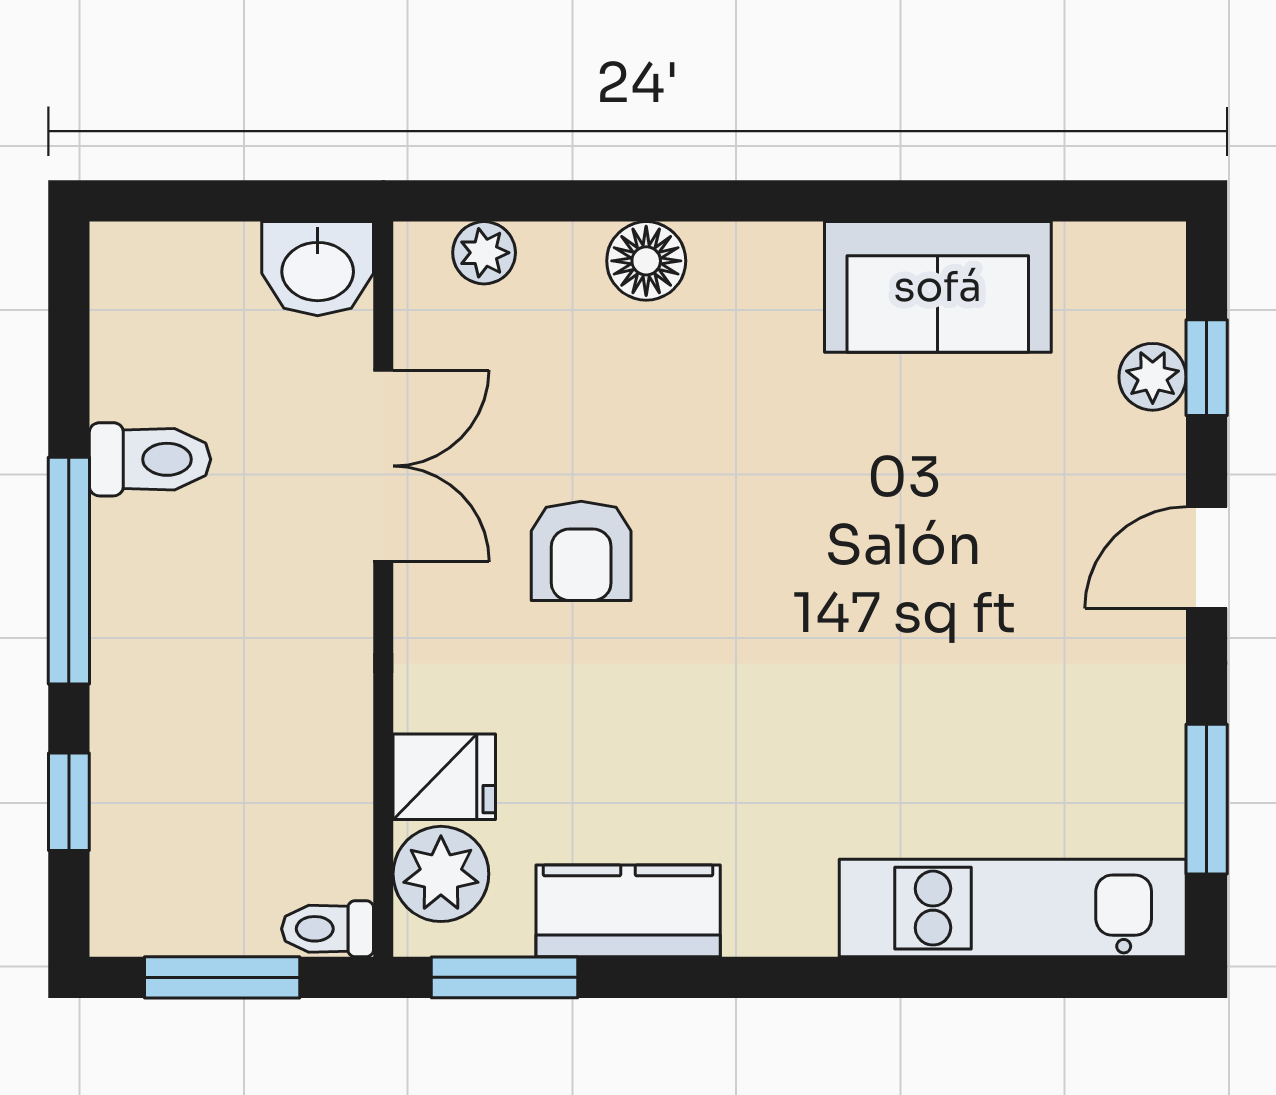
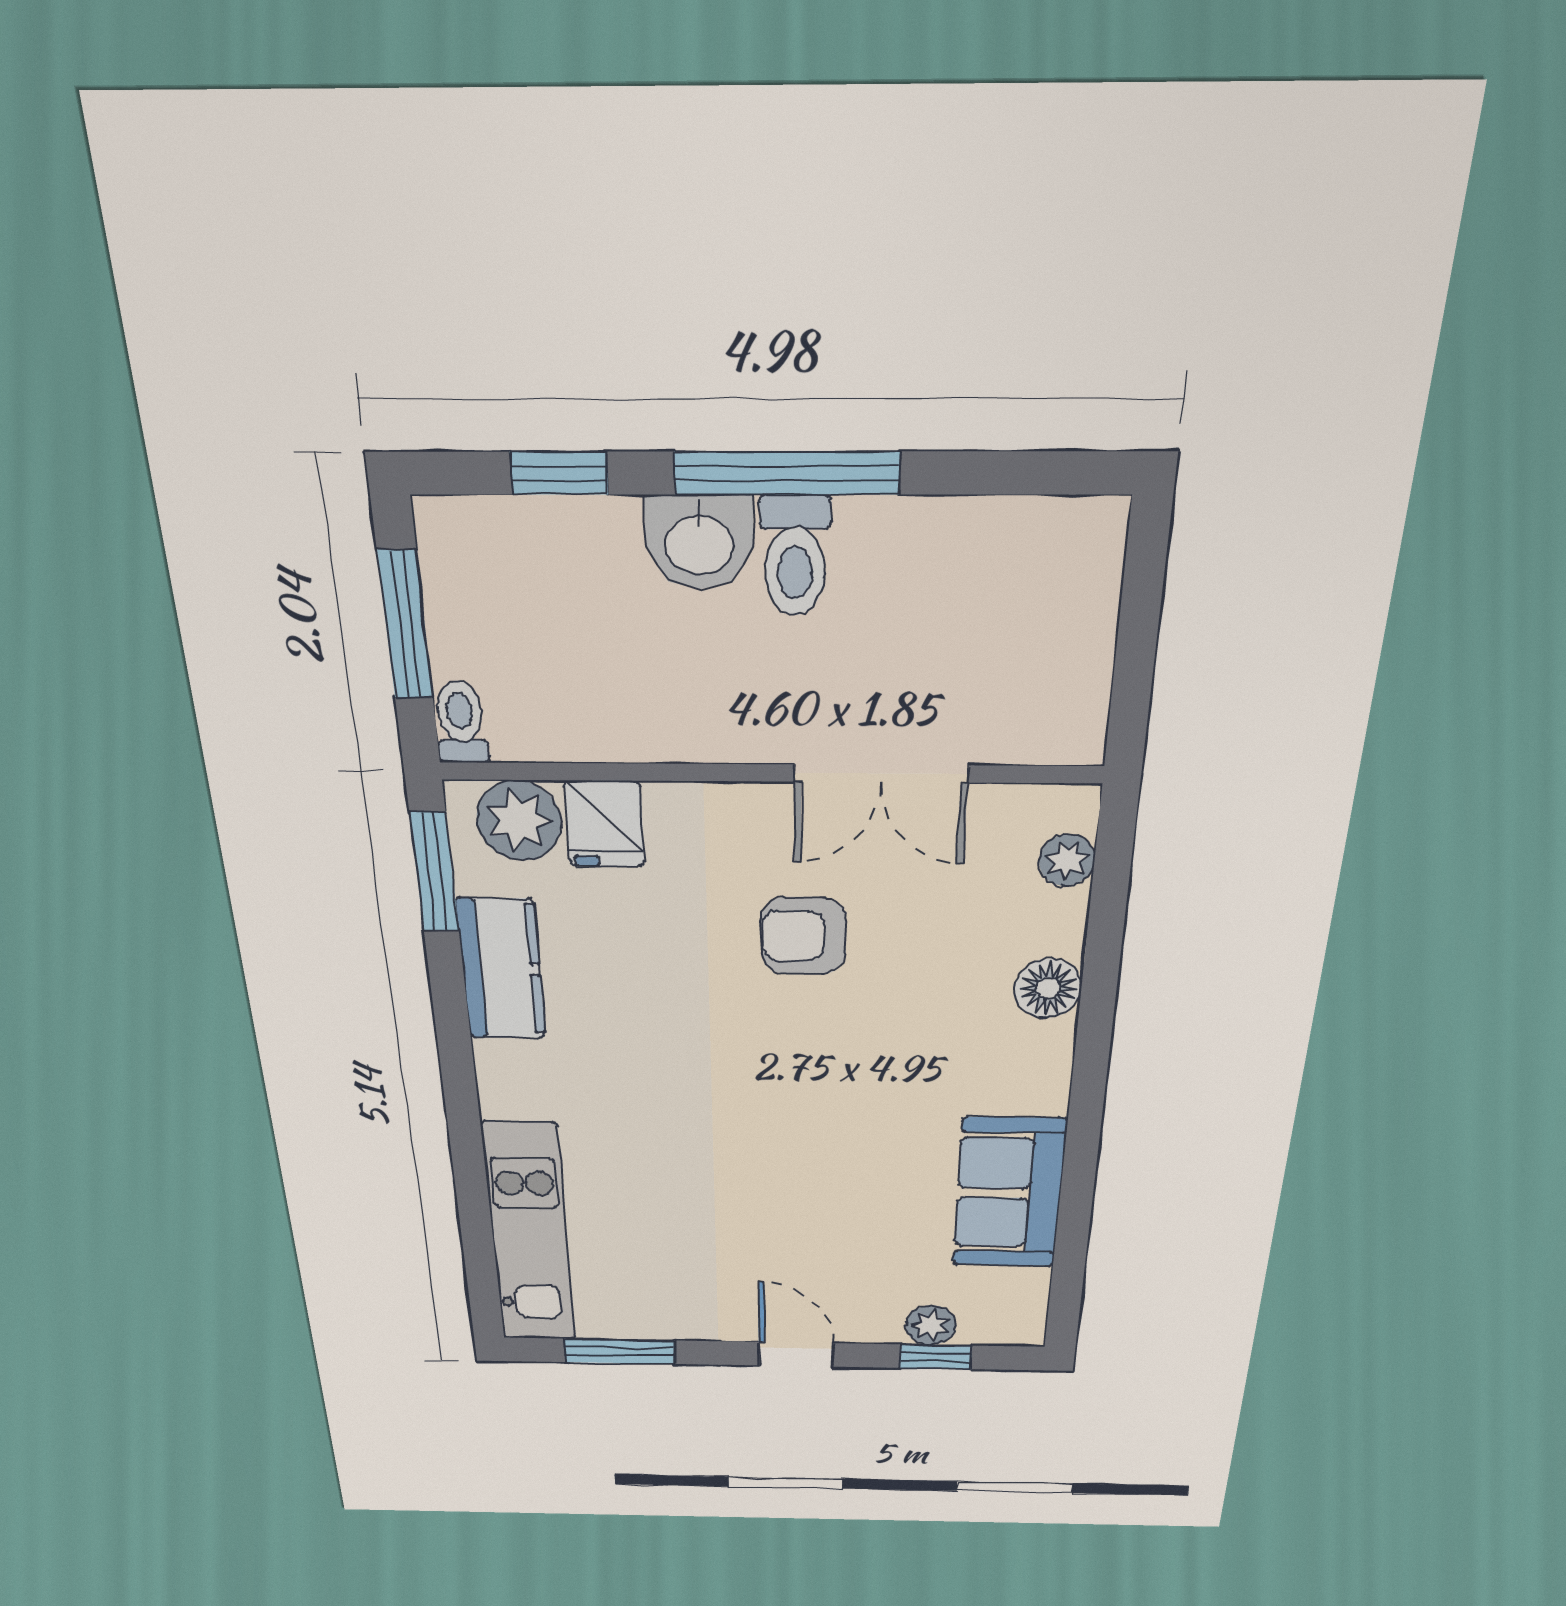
washbasin: (318, 269) -> (699, 542), moved, turned -90
toilet: (150, 459) -> (795, 556), moved

